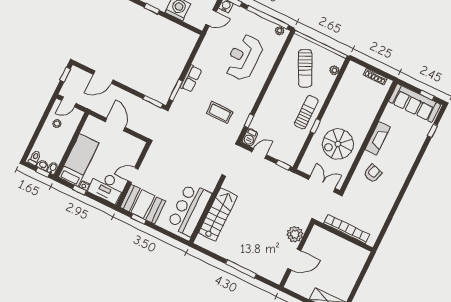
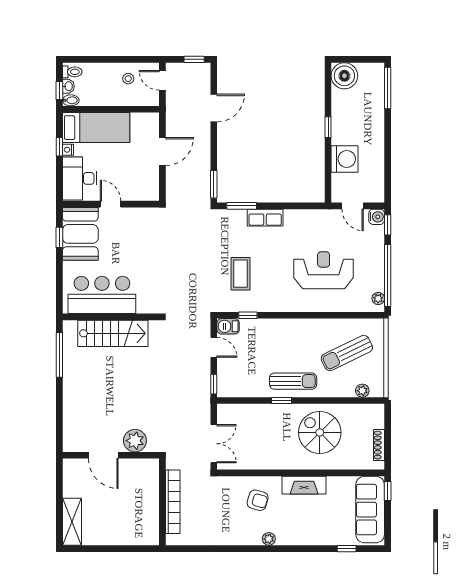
door: (103, 77) -> (214, 108), swing flipped
window: (427, 95) -> (388, 491), moved
spiral stairs: (338, 144) -> (320, 432), moved
plant: (401, 178) -> (269, 539), added
window: (241, 269) -> (59, 355), moved

